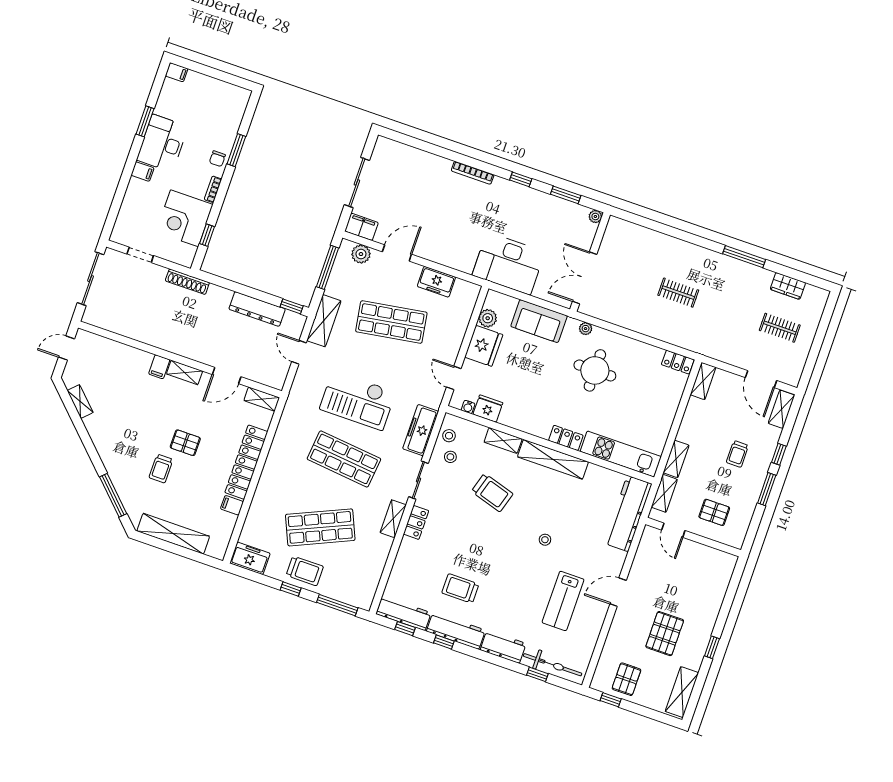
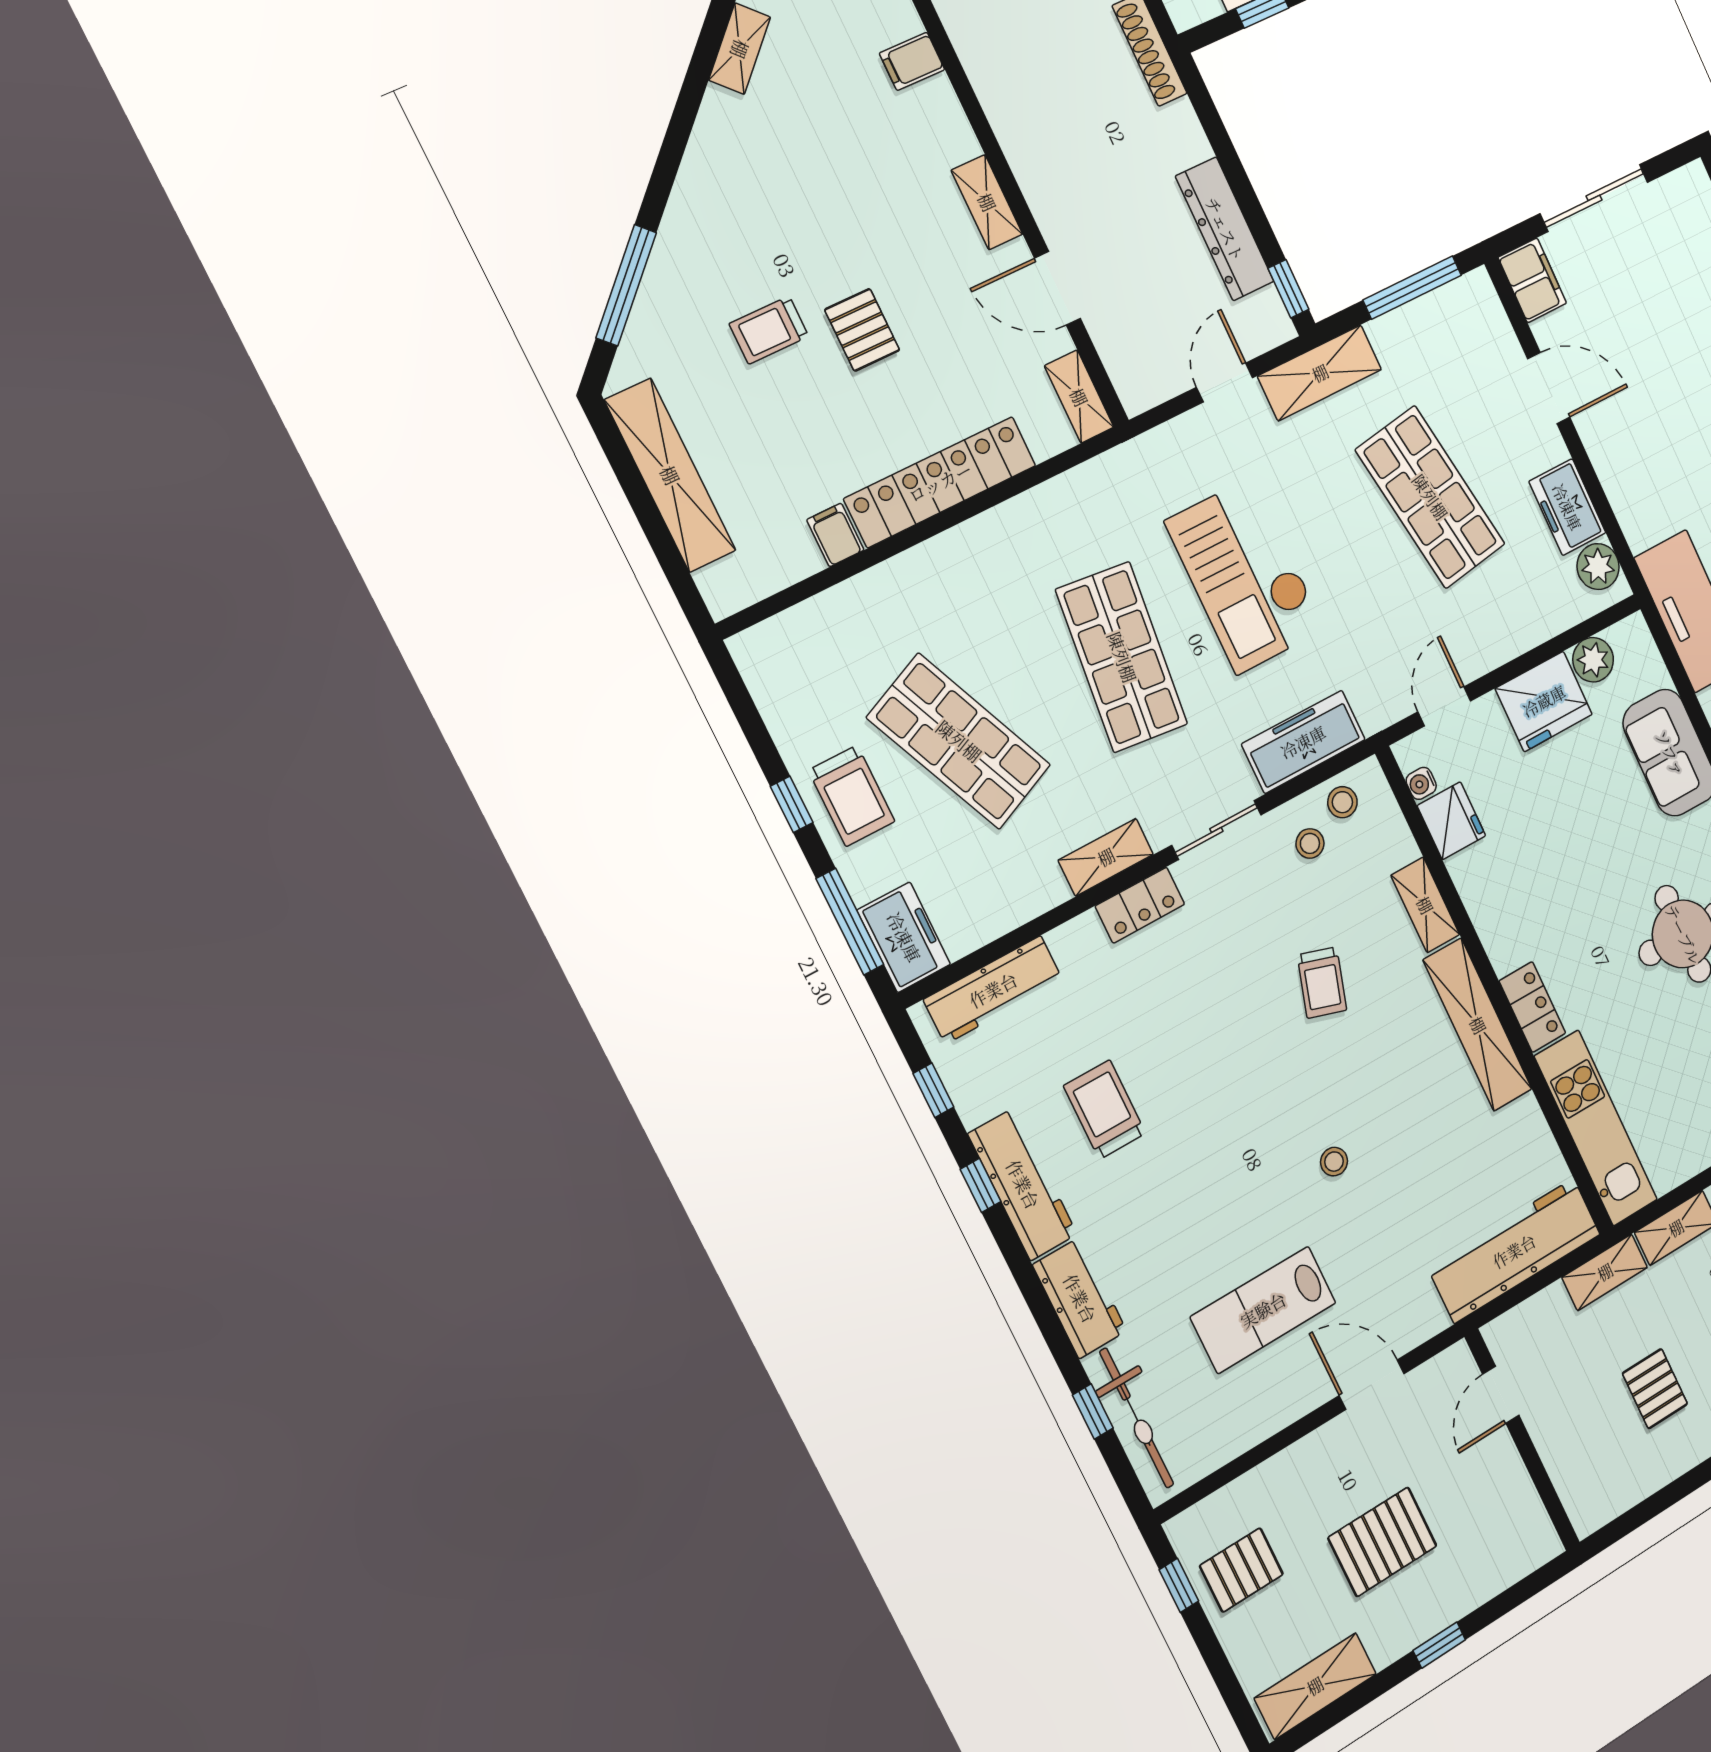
plant: (361, 254) -> (1598, 567), moved
filing cabinet: (159, 367) -> (912, 61), moved
trolley: (492, 493) -> (1322, 983), width x0.73, depth x0.72
door: (673, 530) -> (1501, 1395), moved
wall: (693, 537) -> (1522, 1440), moved
freezer: (250, 558) -> (904, 937), moved
workbench: (404, 613) -> (993, 990), moved, turned 90

